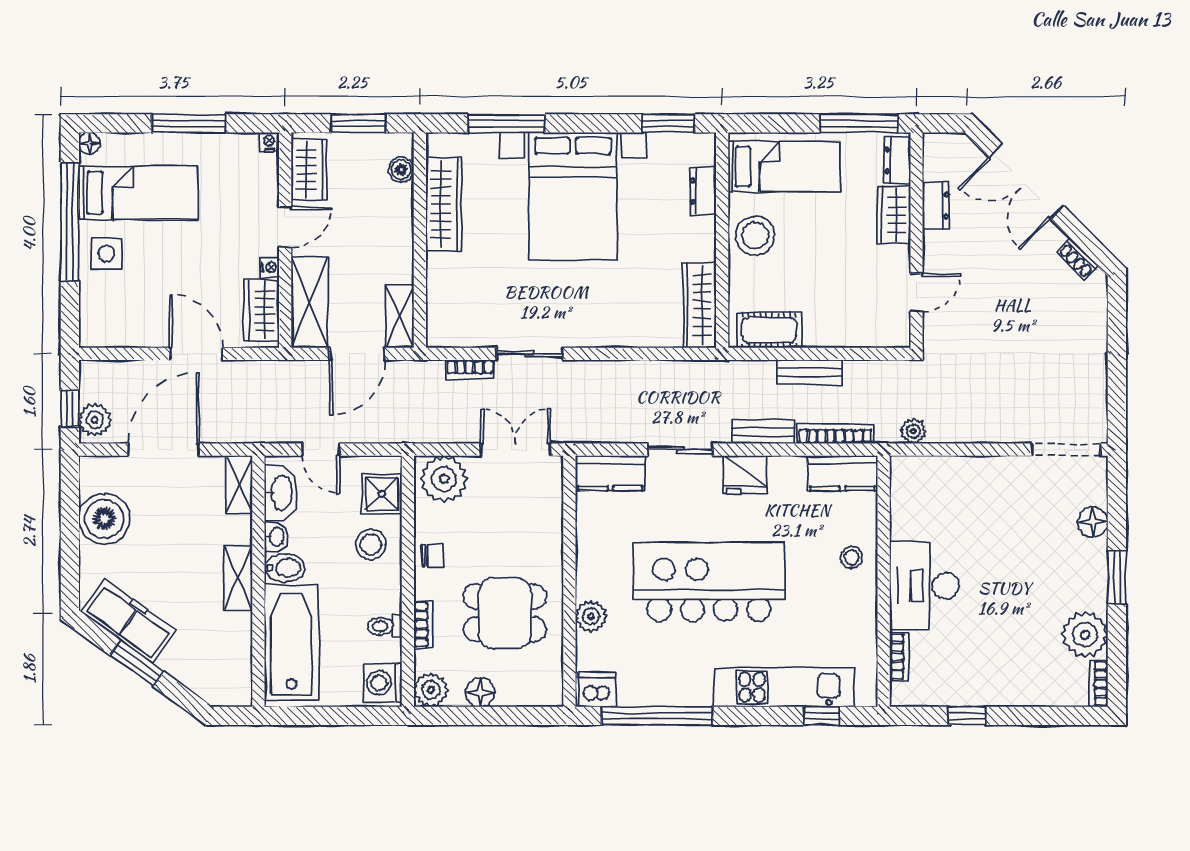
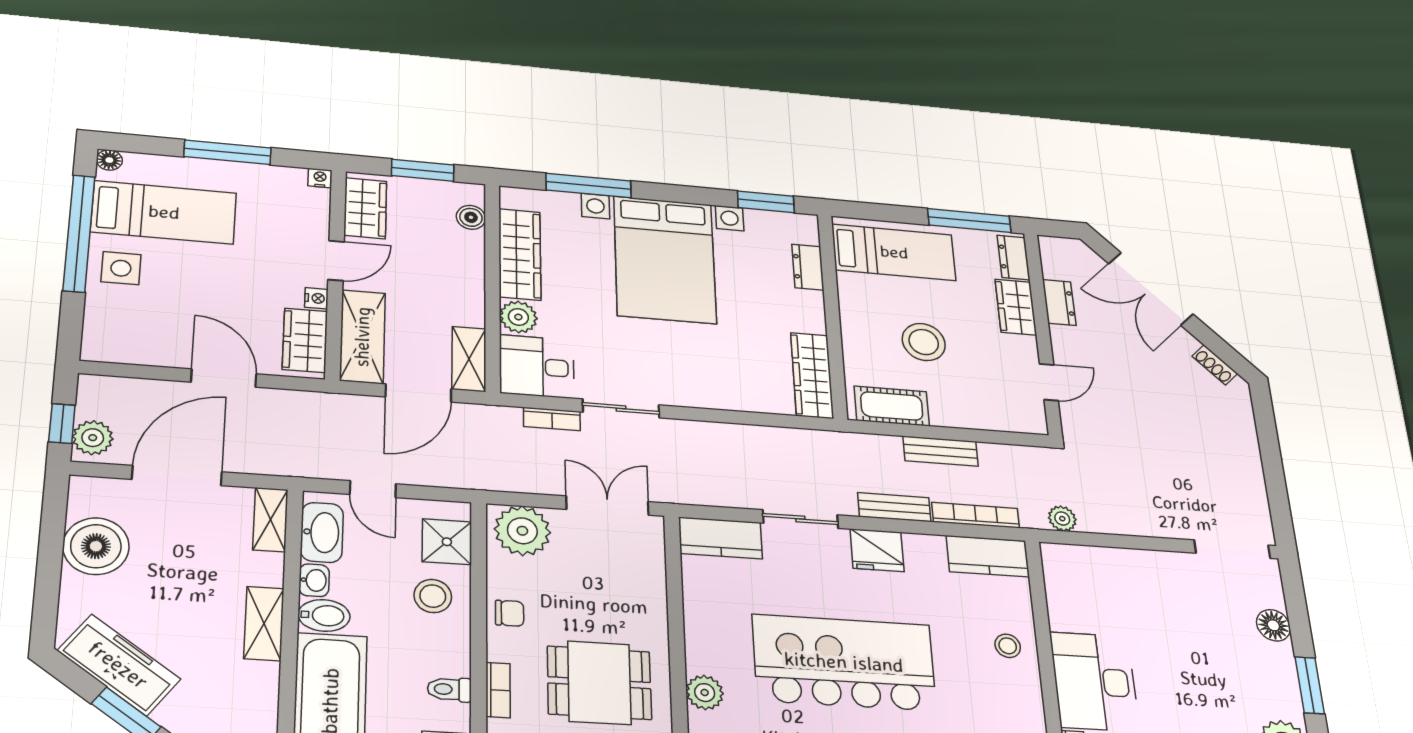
stool: (755, 236) -> (924, 342), moved
plant: (442, 270) -> (518, 317), added
desk: (458, 318) -> (537, 366), added

